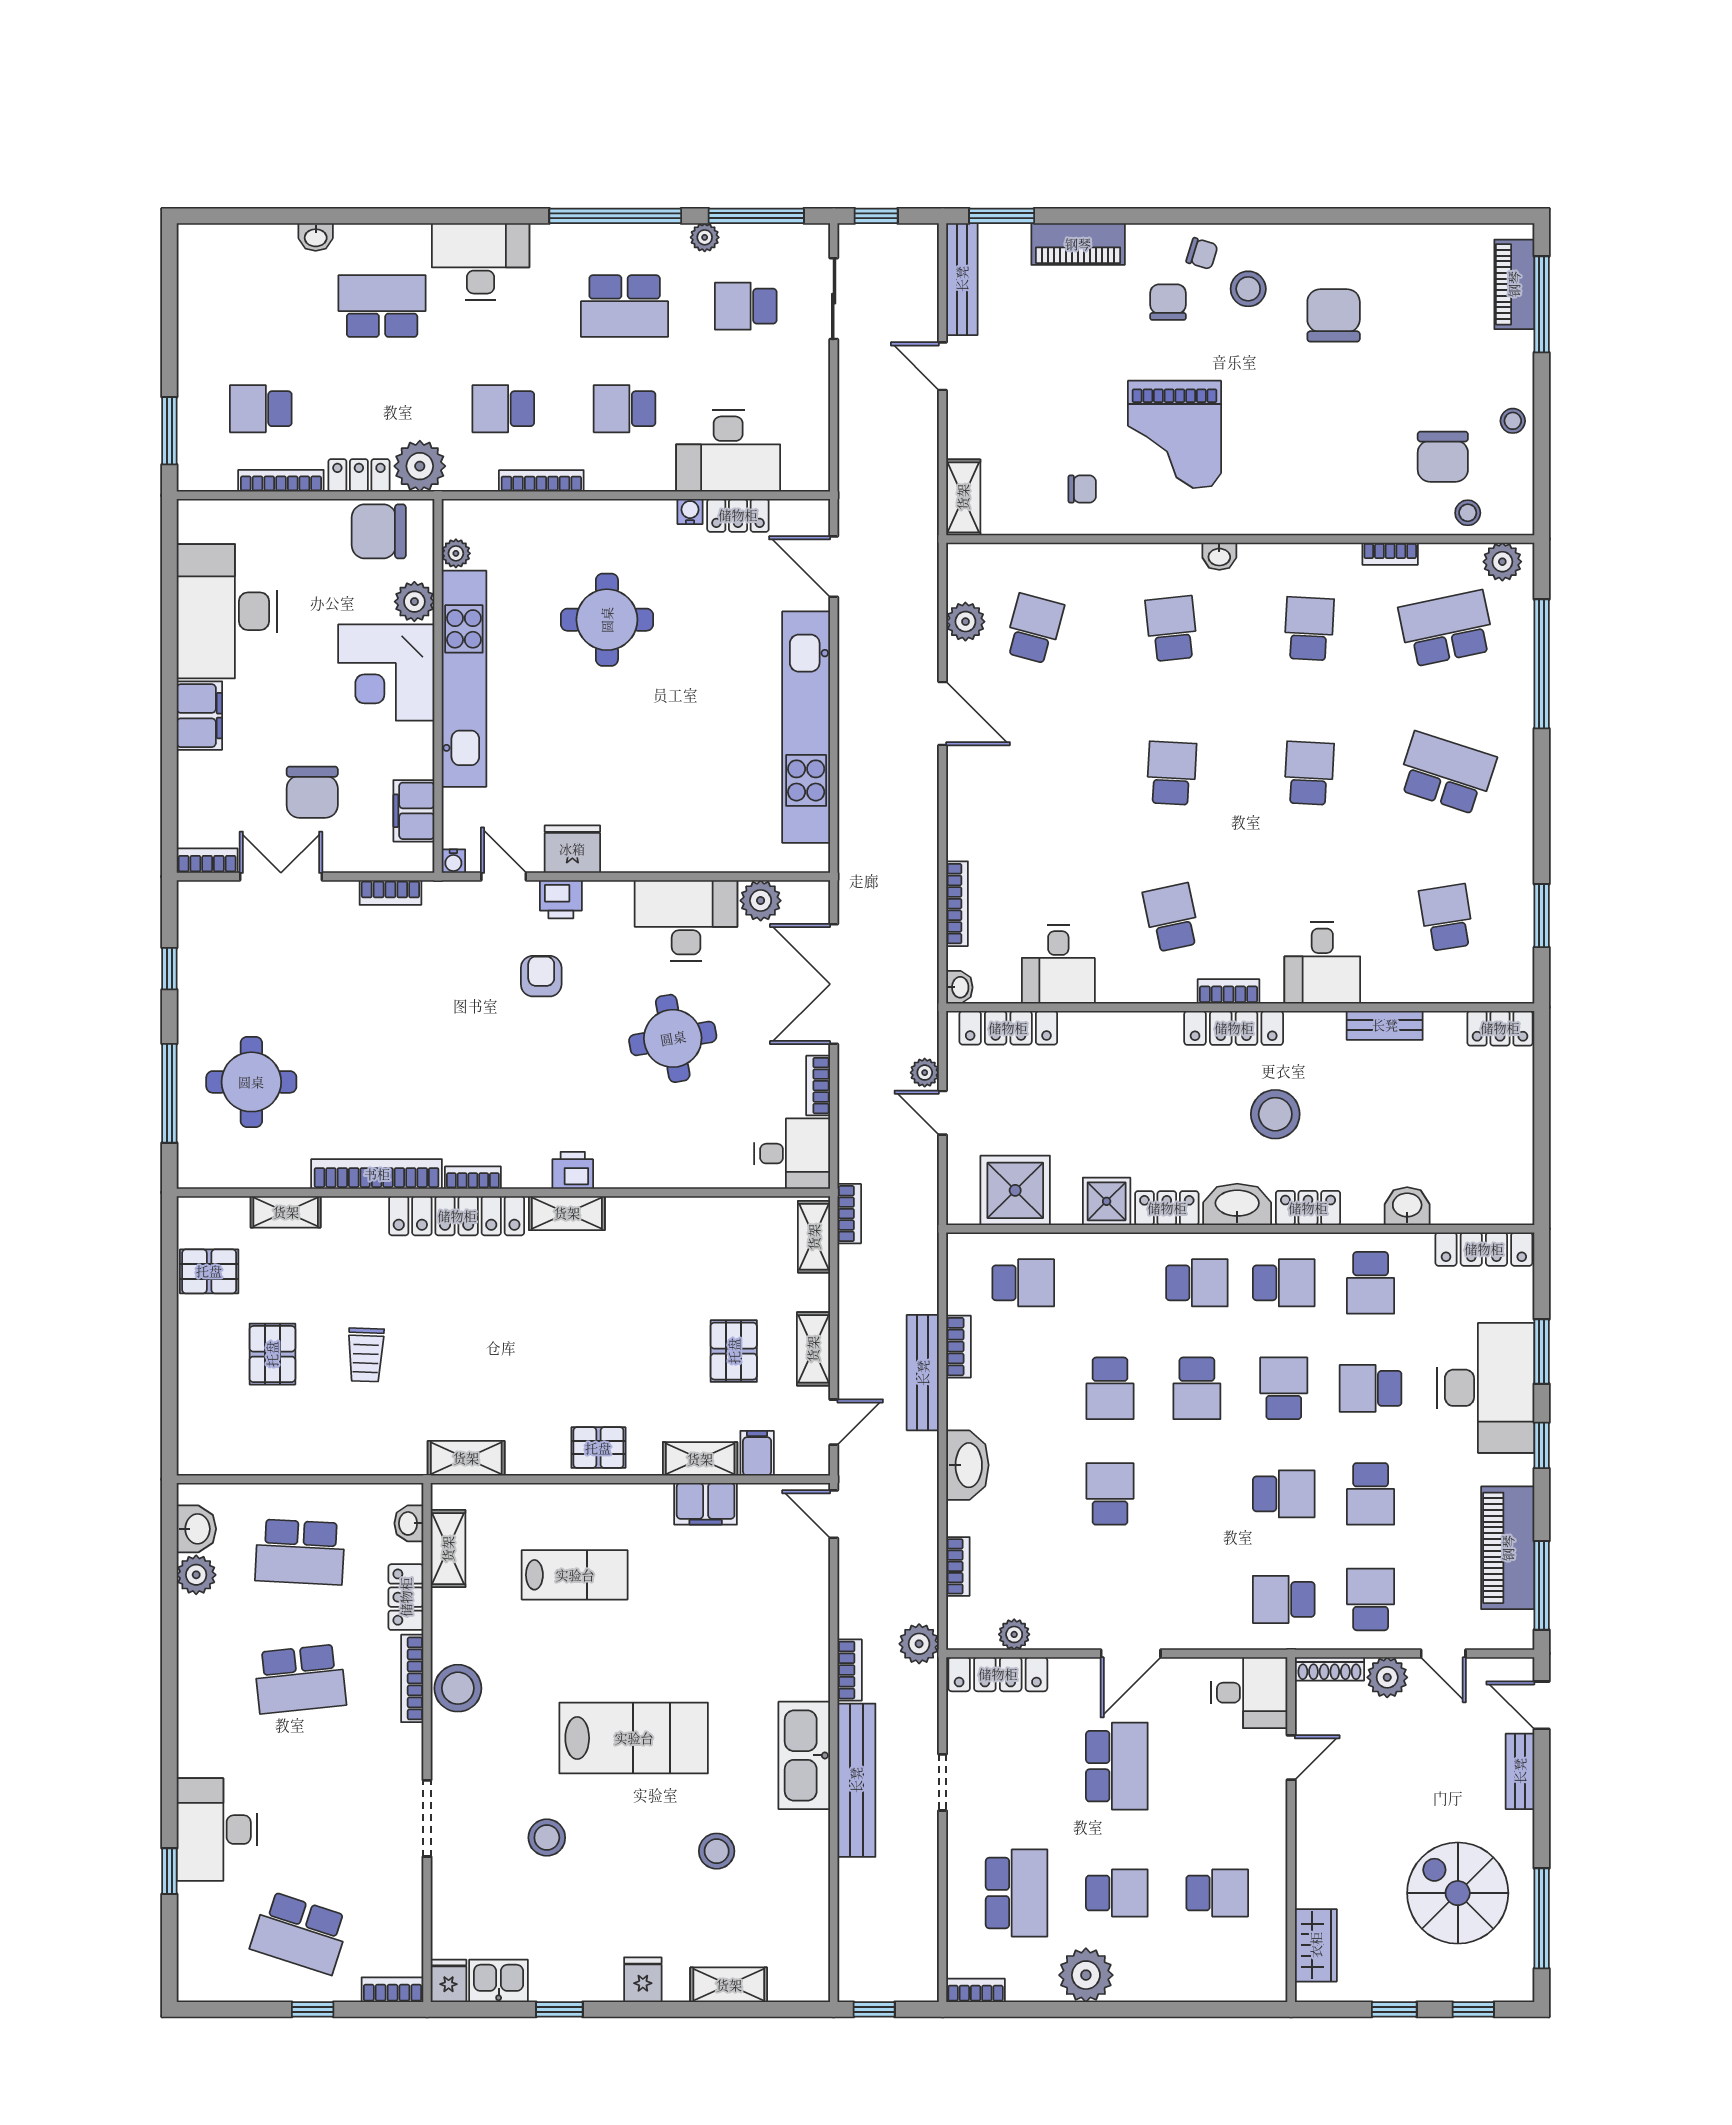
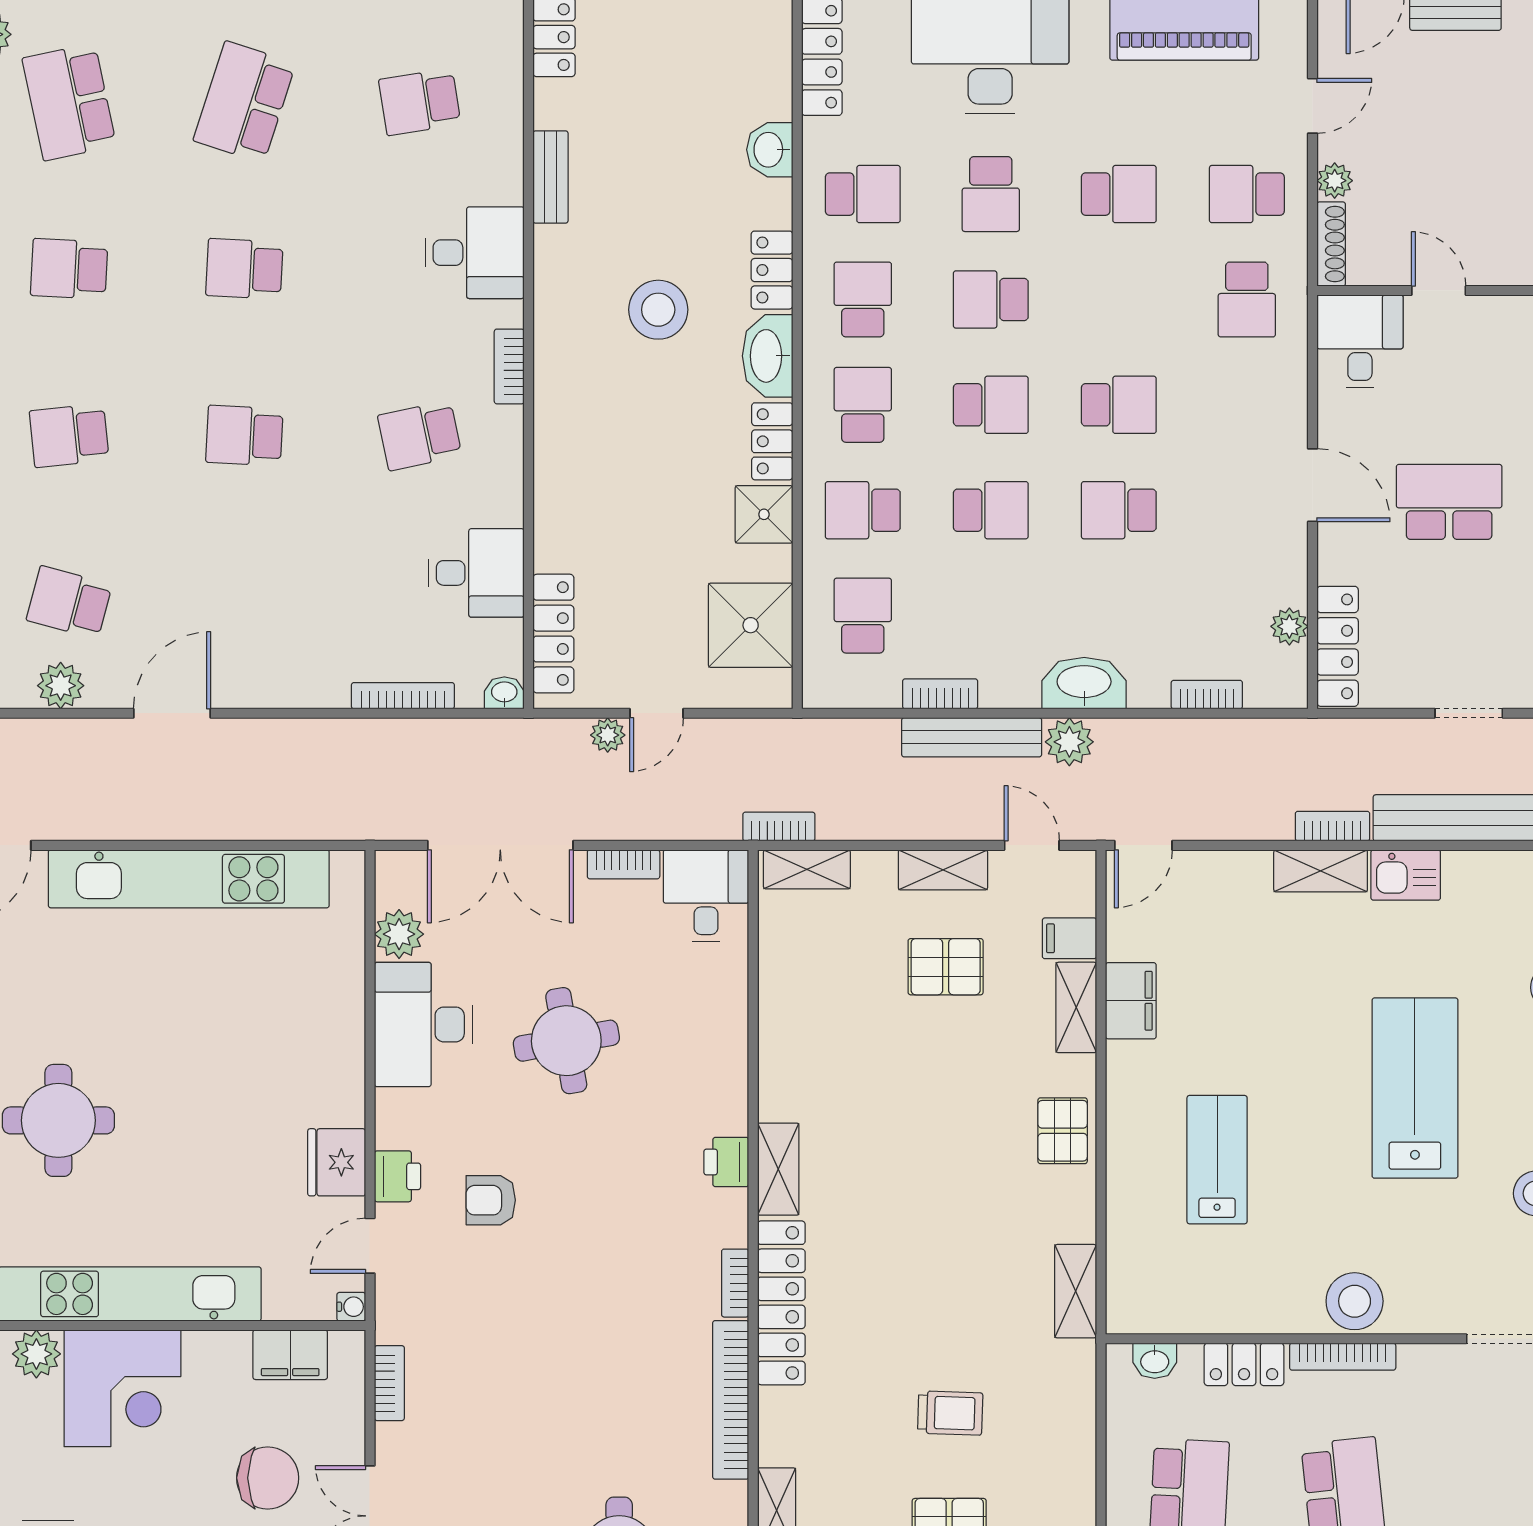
locker: (1234, 1028) -> (554, 360), removed
school desk: (1110, 1283) -> (863, 510), added
school desk: (1284, 1494) -> (1119, 405), moved, turned 90
shelving: (448, 1549) -> (1321, 871), moved
plant: (919, 1644) -> (1069, 742), moved
plant: (1387, 1677) -> (1335, 181), width x0.73, depth x0.73
kitchen sink: (804, 1755) -> (1406, 875), width x0.53, depth x0.81

